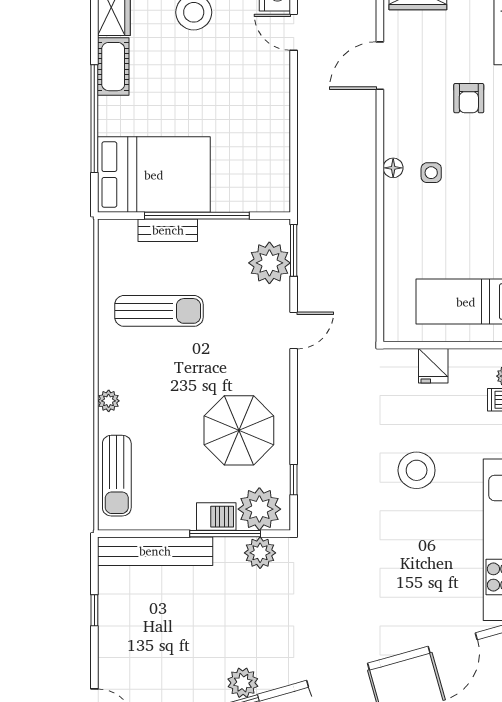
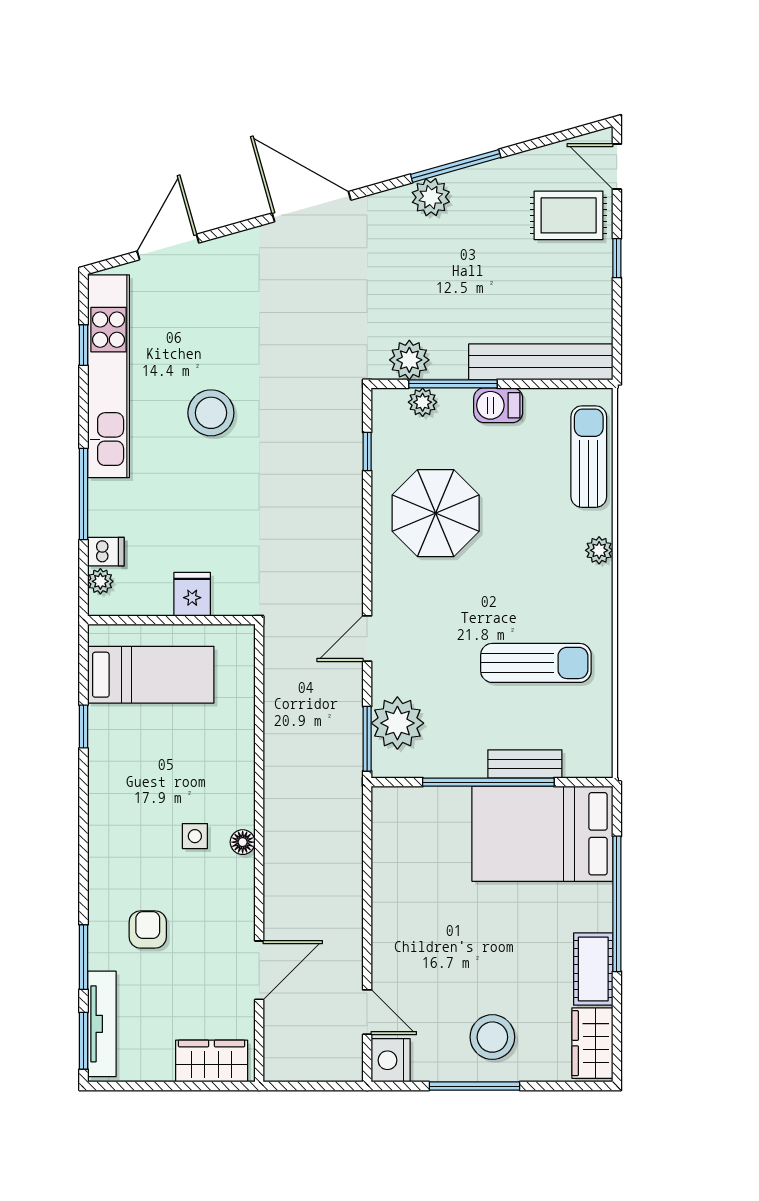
sun lounger: (159, 311) -> (536, 663), turned 180
stool: (417, 470) -> (211, 413), moved
plant: (259, 509) -> (423, 402), width x0.53, depth x0.53
barbecue: (216, 517) -> (498, 405), moved
window: (94, 610) -> (617, 258), moved
rug: (133, 668) -> (569, 215), added

